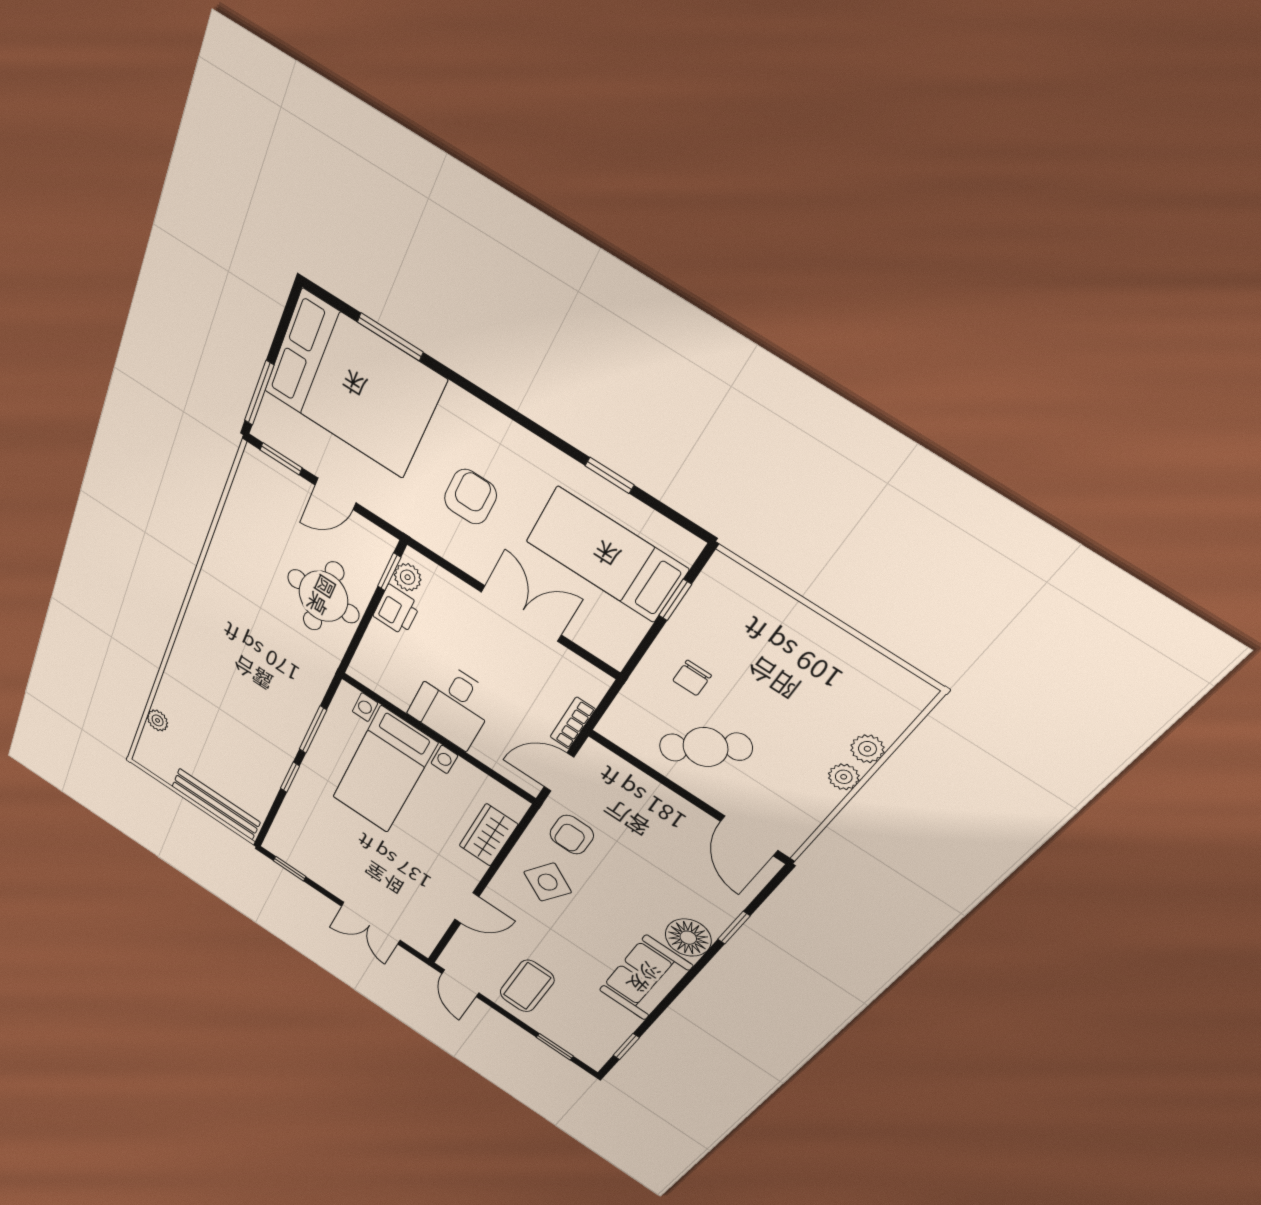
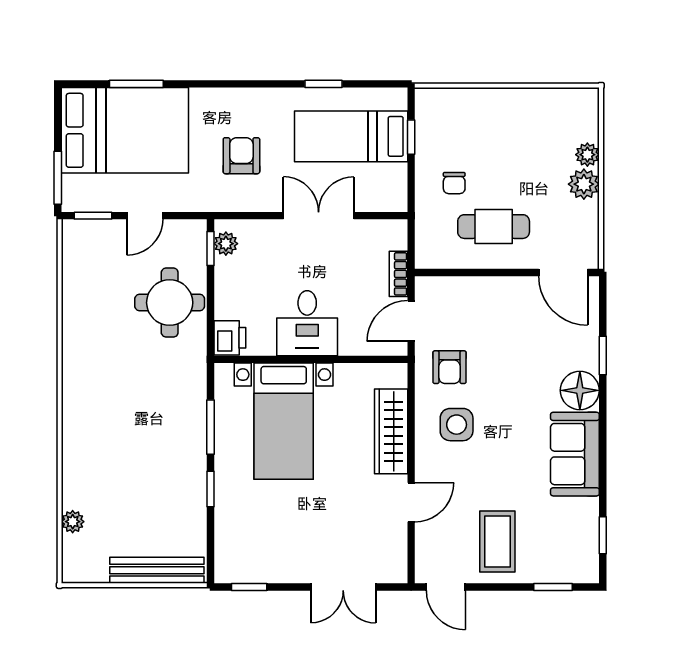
printer: (397, 610) -> (230, 338), moved
cafe table: (705, 747) -> (494, 227), turned 39
plant: (844, 777) -> (584, 184), width x1.38, depth x1.38
wardrobe: (488, 835) -> (391, 431), width x1.50
side table: (548, 882) -> (457, 425), turned -32

